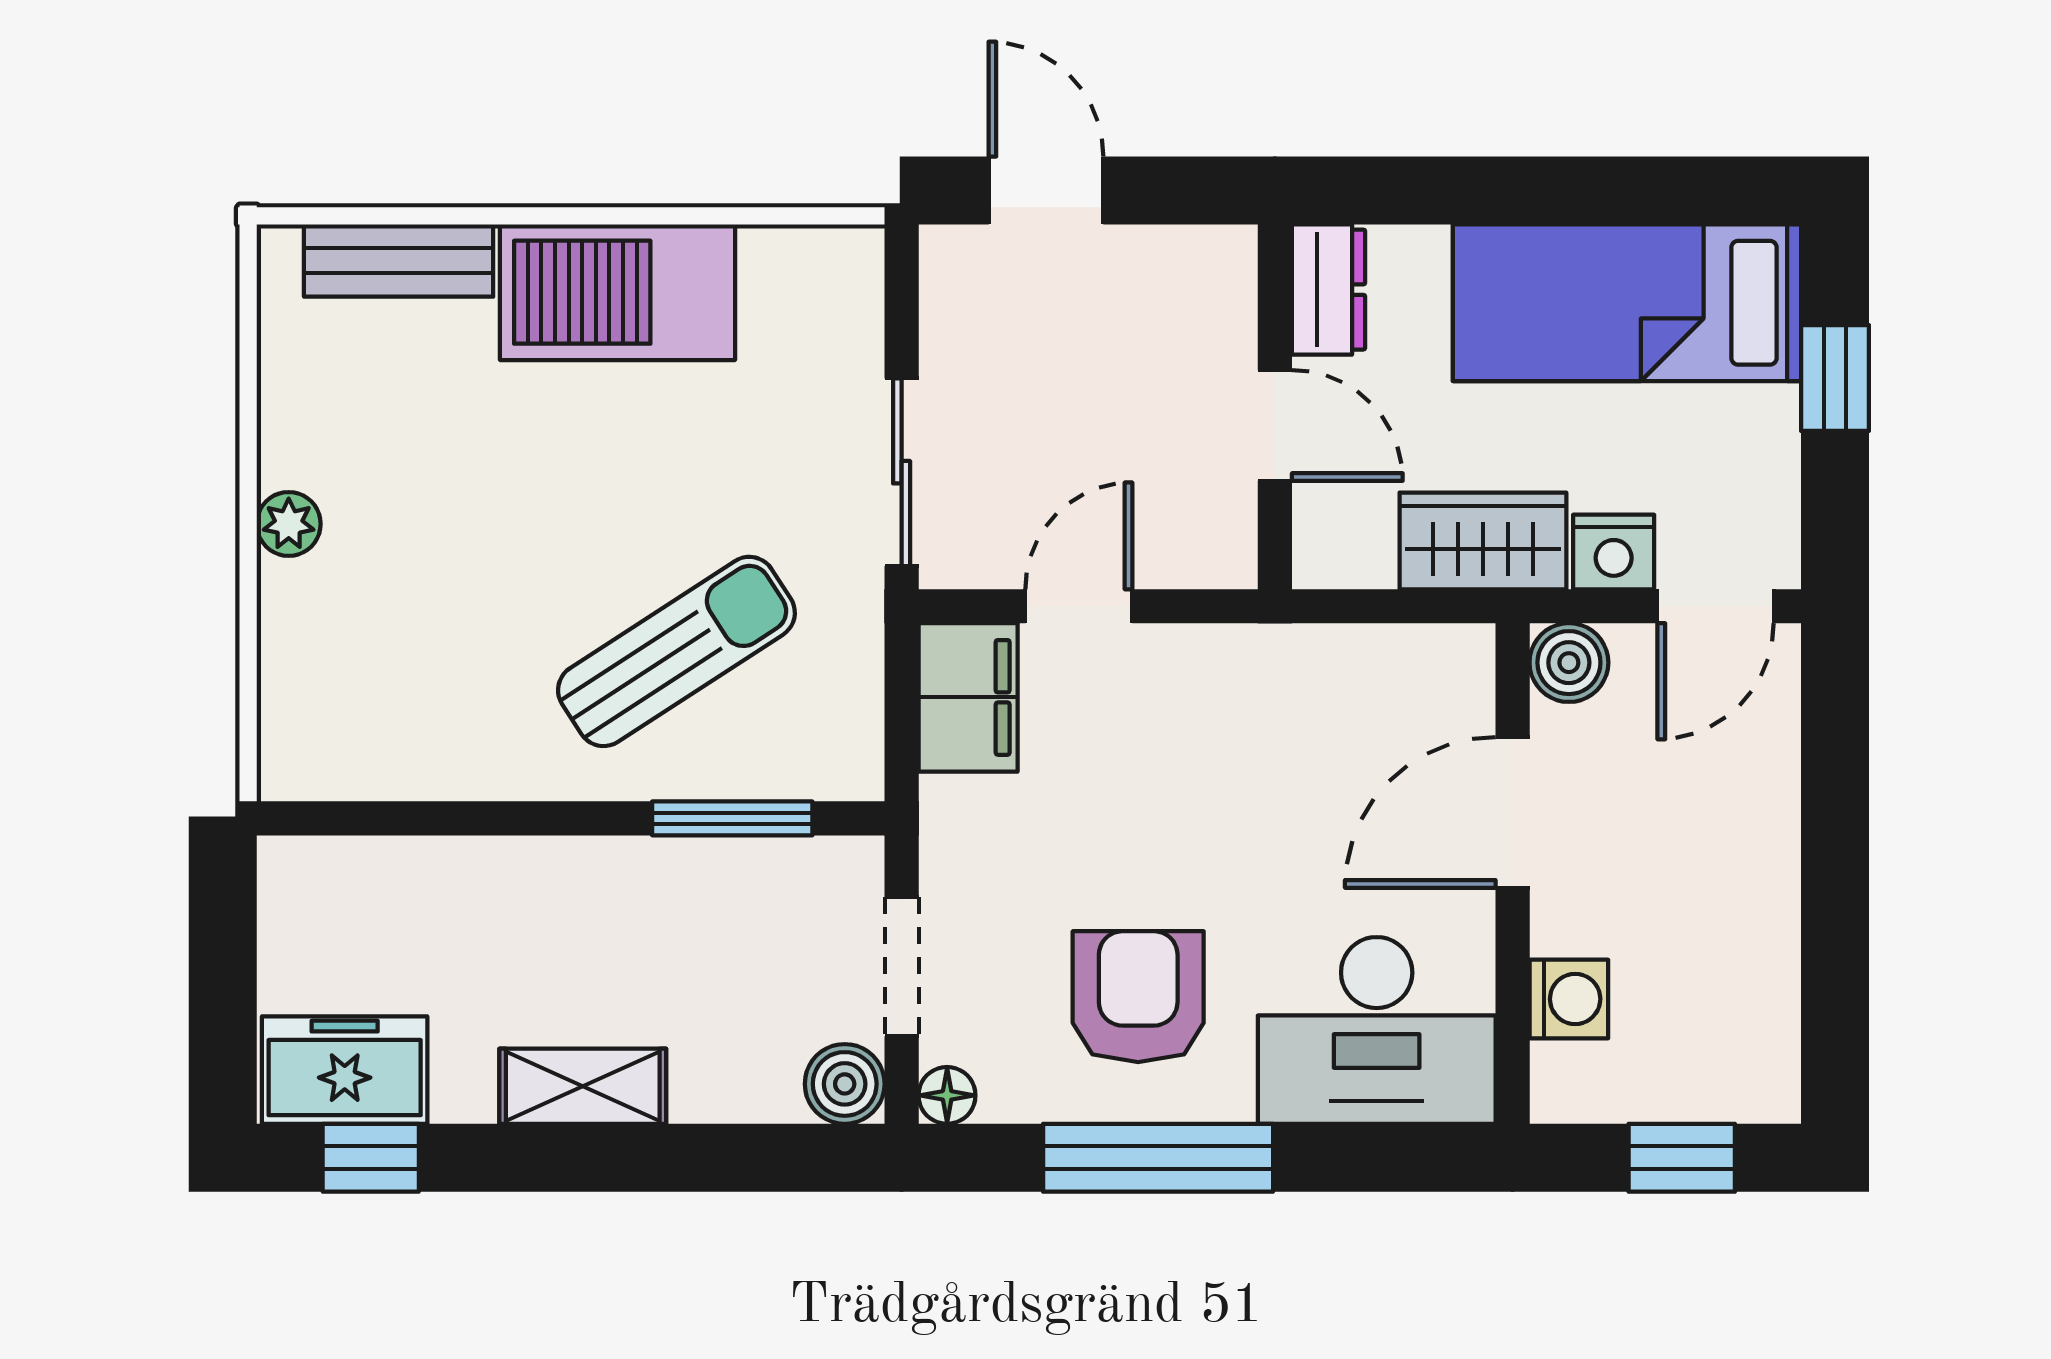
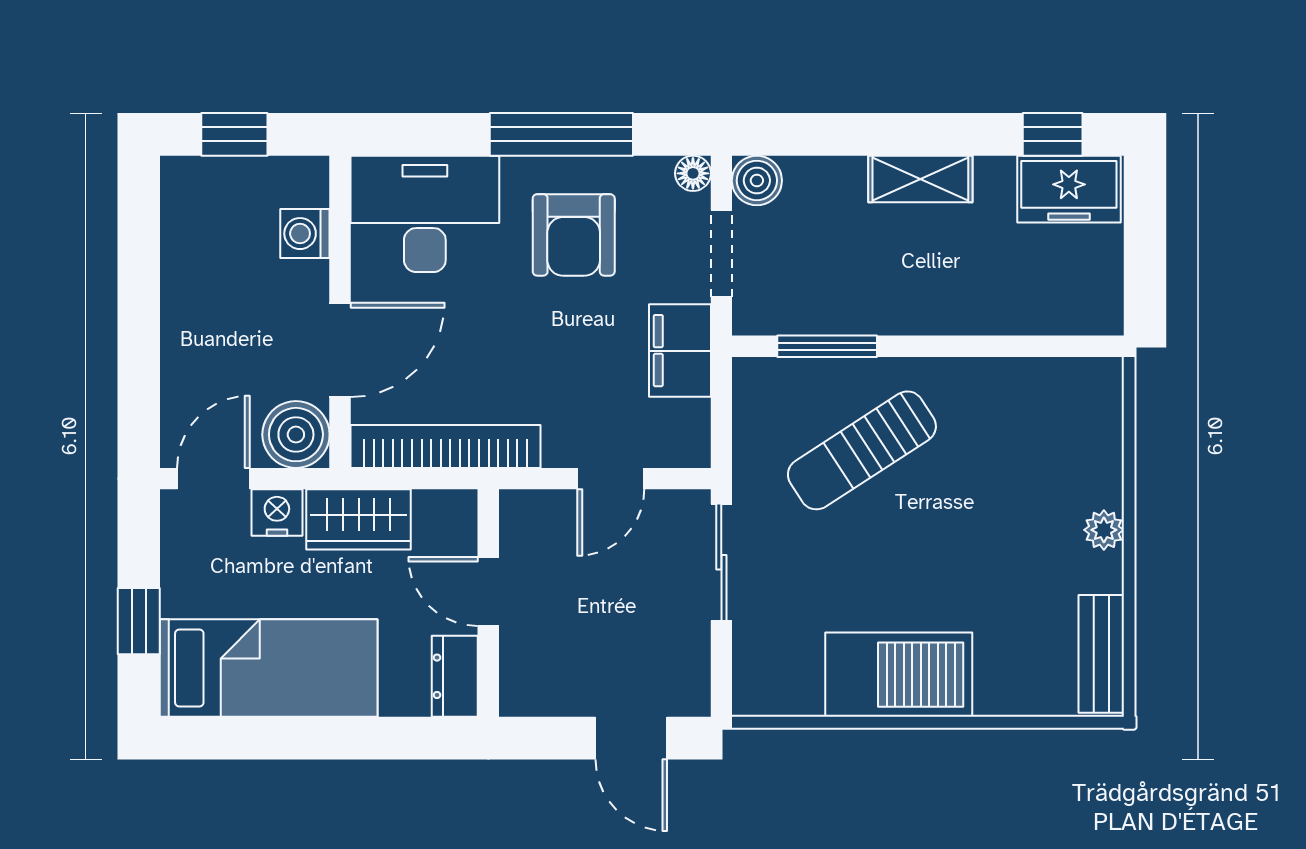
bench: (399, 261) -> (1101, 654), moved, turned 90
bookcase: (1344, 658) -> (445, 447), added
boiler: (1569, 663) -> (296, 435), width x1.36, depth x1.36
filing cabinet: (968, 697) -> (680, 351), moved

